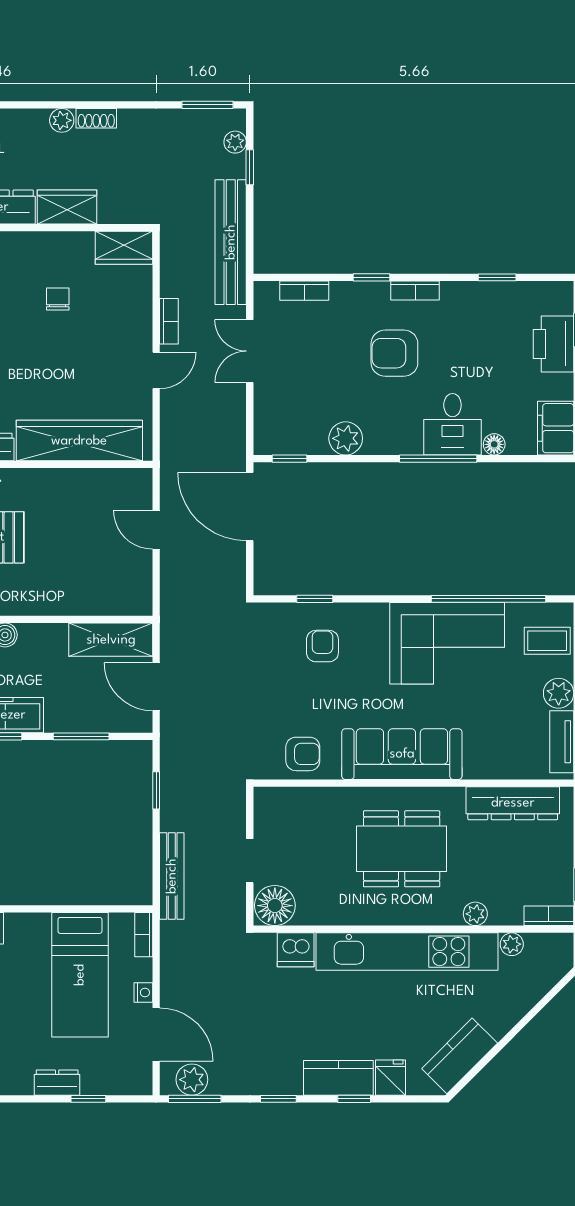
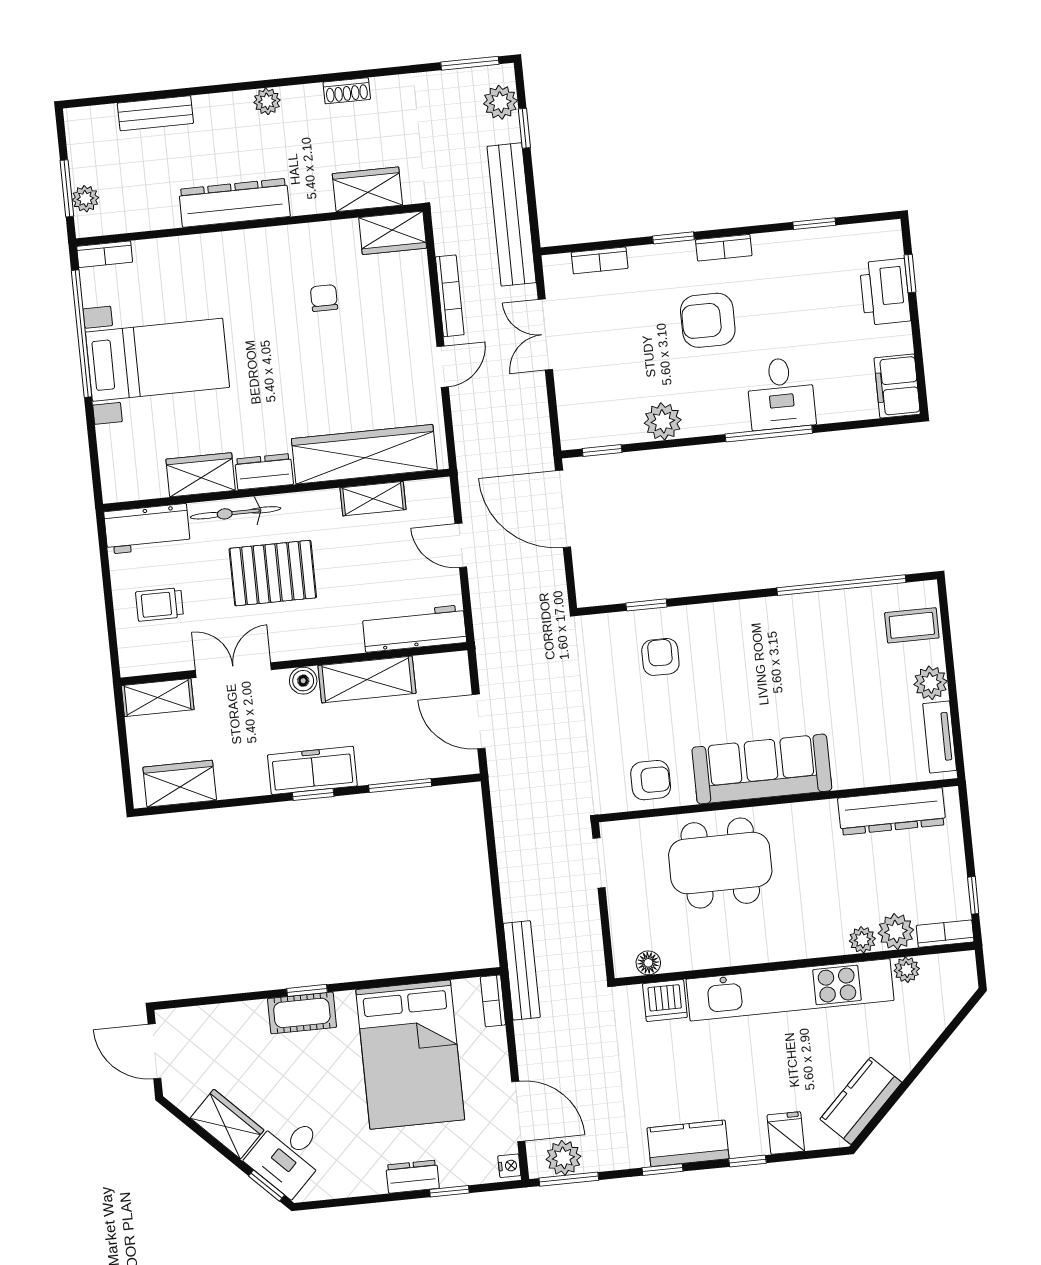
plant: (62, 120) -> (267, 101), moved
plant: (235, 142) -> (500, 102), width x1.38, depth x1.38
wardrobe: (67, 207) -> (367, 189), moved
bookcase: (169, 321) -> (450, 296), width x1.56
floor lamp: (494, 444) -> (830, 411), removed
shelving: (83, 481) -> (373, 499), added
workbench: (108, 599) -> (414, 629), added
shelving: (111, 640) -> (367, 679), moved
corner sofa: (447, 643) -> (800, 640), removed
window: (156, 790) -> (490, 838), removed
dining table: (402, 849) -> (720, 863), moved
doorway: (250, 861) -> (599, 863), moved
bench: (172, 876) -> (522, 970), moved
floor lamp: (275, 906) -> (648, 963), width x0.53, depth x0.53
plant: (506, 910) -> (896, 932), added
bed: (80, 975) -> (410, 1055), width x1.50
nightstand: (143, 992) -> (509, 1166), moved
kitchen counter: (338, 1078) -> (688, 1143), moved

